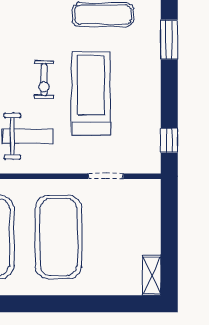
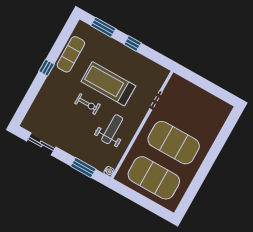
window: (169, 140) -> (133, 44), moved
shelving: (152, 275) -> (221, 105), removed

